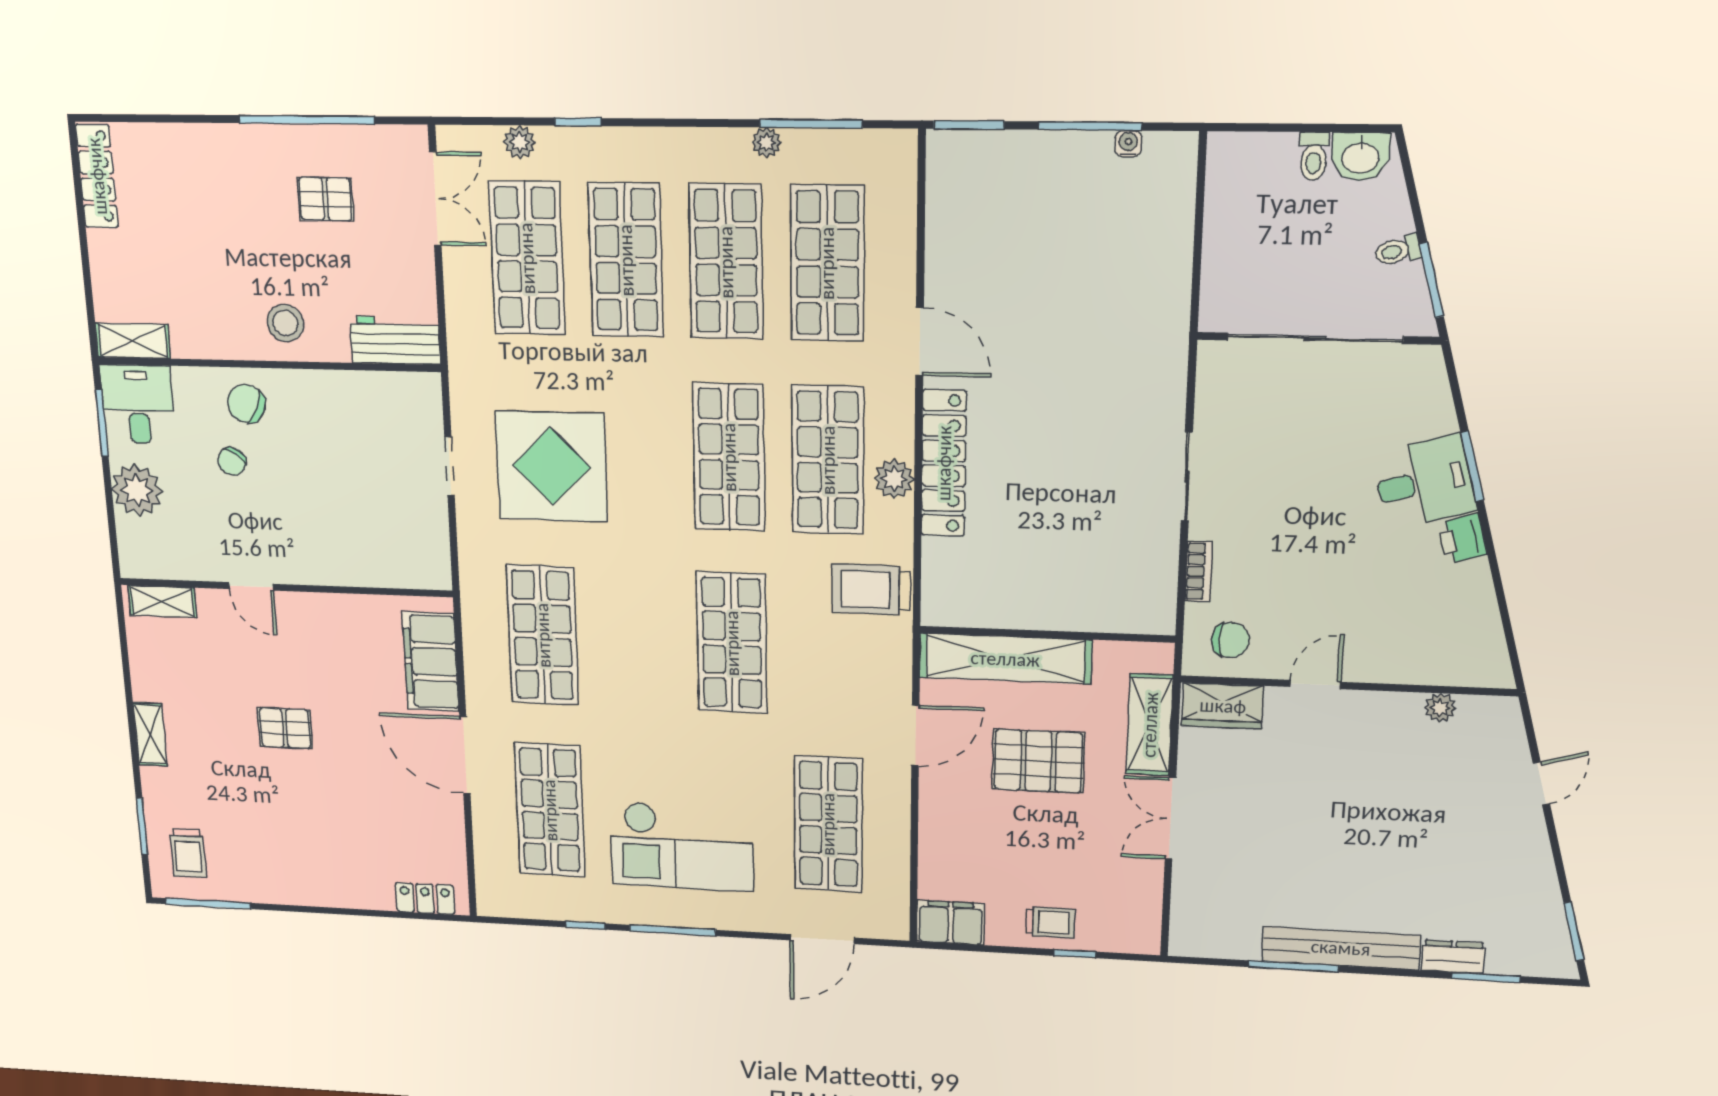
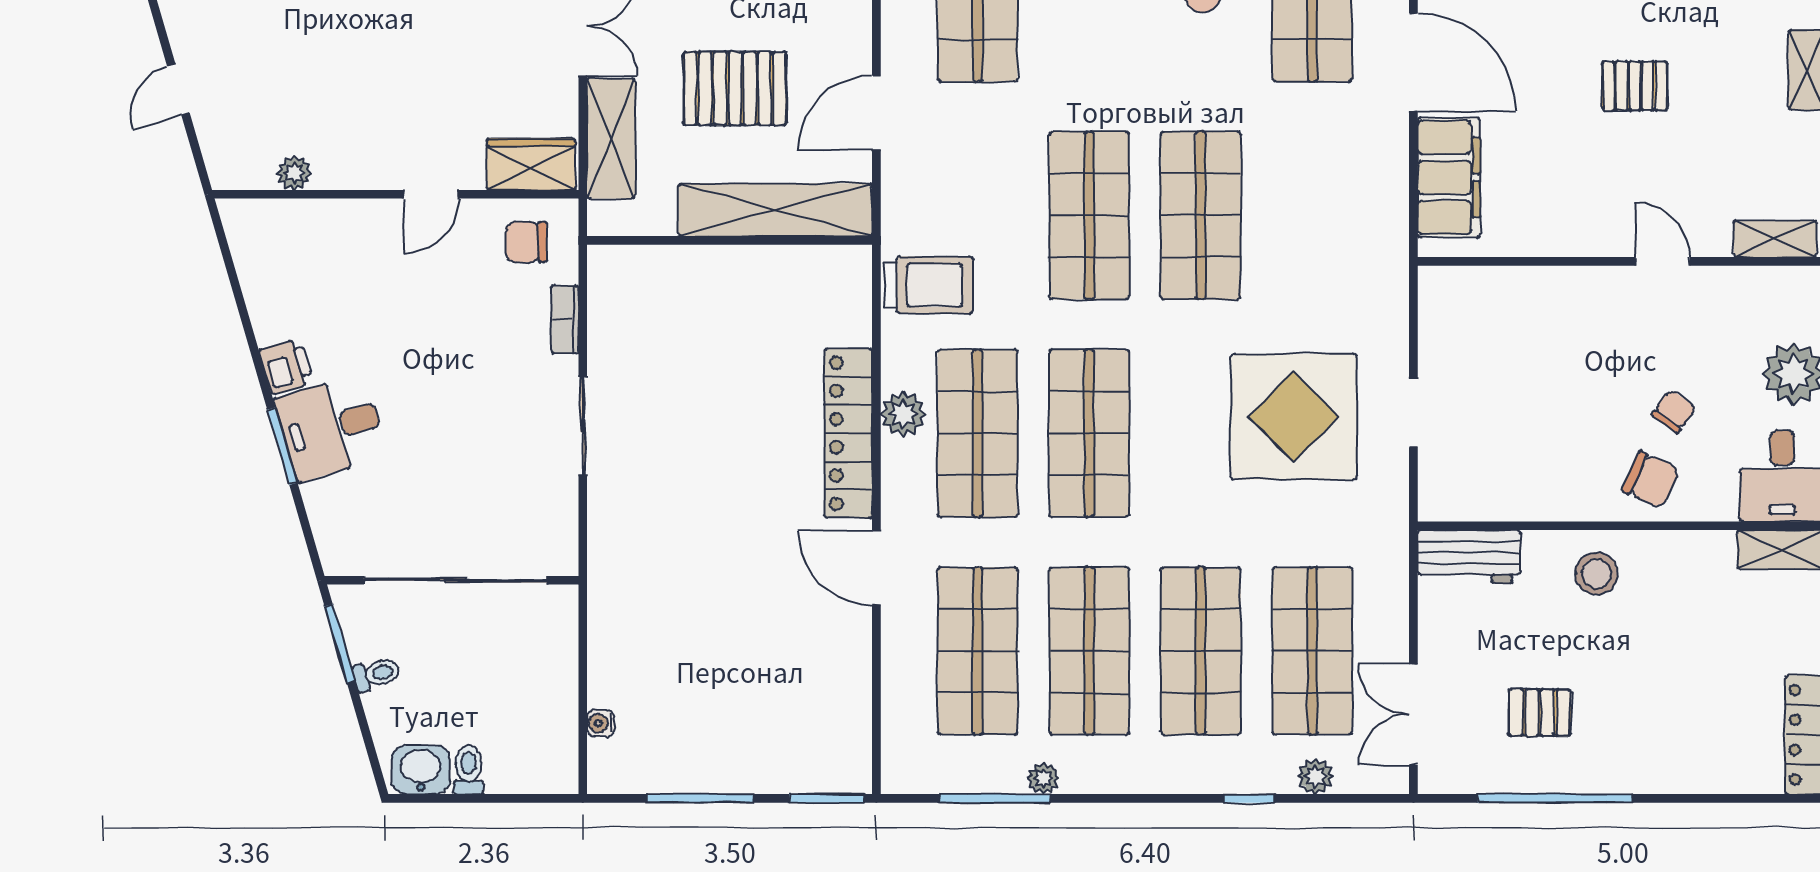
water cooler: (1128, 144) -> (600, 723), moved, turned 90
shop shelf: (543, 635) -> (1201, 215), moved

